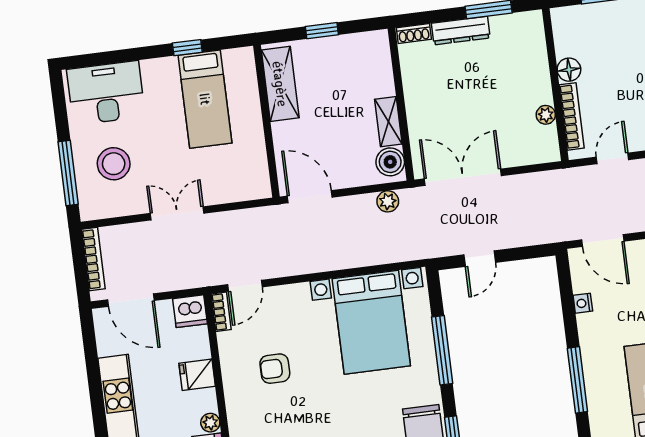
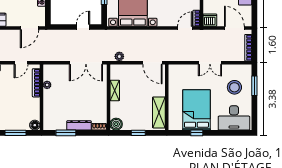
floor lamp: (569, 70) -> (35, 125), moved
bed: (205, 99) -> (196, 110), width x1.50
boiler: (390, 162) -> (116, 124), moved
window: (68, 173) -> (254, 86), width x0.69
door: (603, 241) -> (30, 28), swing flipped

